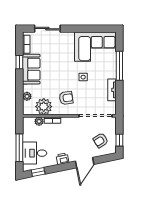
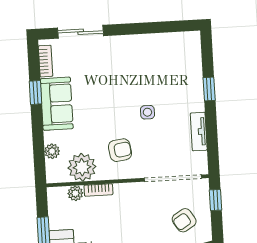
corner sofa: (95, 47) -> (166, 58), removed
window: (119, 66) -> (209, 89), width x0.46
window: (119, 140) -> (216, 200), moved

